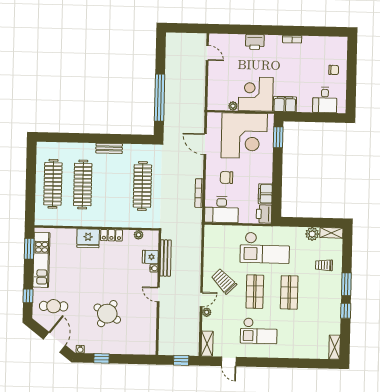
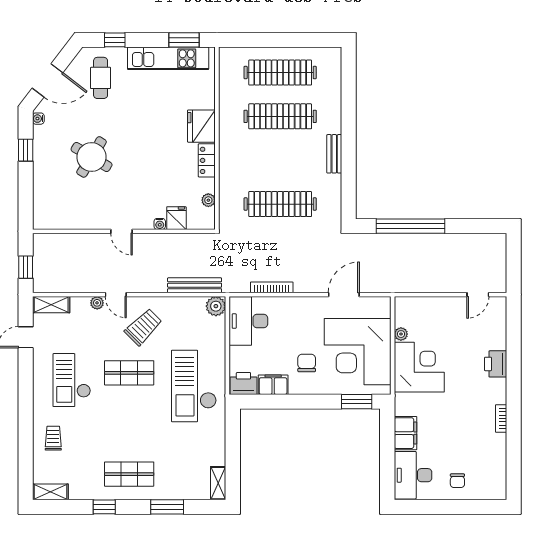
desk: (325, 100) -> (413, 475), width x1.37
filing cabinet: (285, 104) -> (405, 433), moved
chair: (227, 178) -> (307, 363), moved
plant: (312, 234) -> (216, 306), moved
bench: (166, 258) -> (195, 285), moved
trolley: (324, 265) -> (53, 438), moved
window: (346, 284) -> (167, 507), moved
shop shelf: (289, 292) -> (129, 474), moved
door: (158, 294) -> (121, 231), swing flipped

